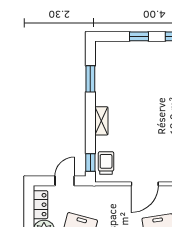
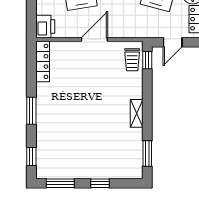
window: (90, 79) -> (147, 154), moved
shelving: (101, 121) -> (137, 113), moved

